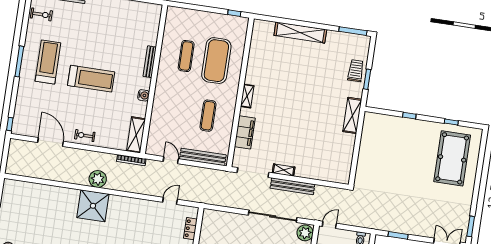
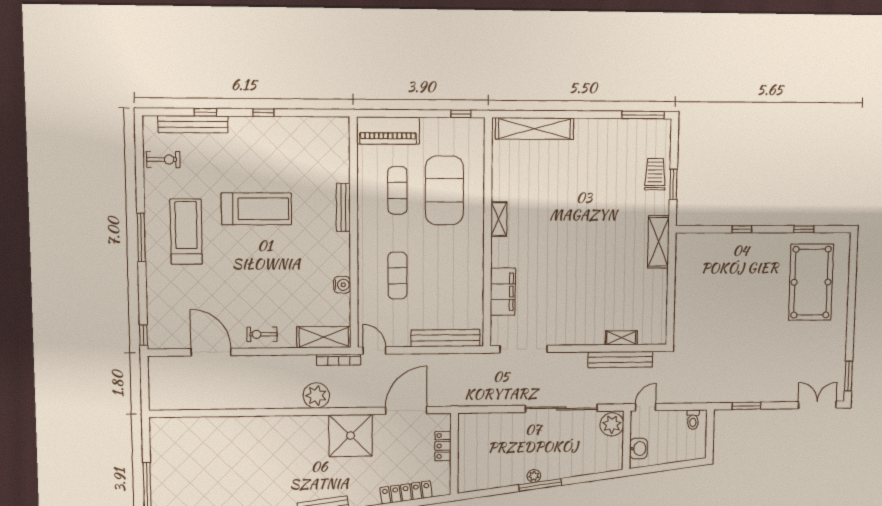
piano: (186, 17) -> (388, 131), added
shelving: (300, 33) -> (535, 129), moved
treadmill: (91, 79) -> (256, 209), moved
water cooler: (144, 95) -> (342, 285), moved
shelving: (247, 96) -> (499, 219), moved
exercise mat: (208, 116) -> (398, 276), moved
shelving: (136, 135) -> (324, 337), moved, turned 90
door: (171, 160) -> (374, 351), moved
shelving: (284, 170) -> (621, 338), moved
plant: (98, 179) -> (316, 396), moved
bench: (292, 186) -> (620, 360), moved
door: (170, 201) -> (406, 410), width x1.87
shower: (93, 206) -> (351, 436), moved

